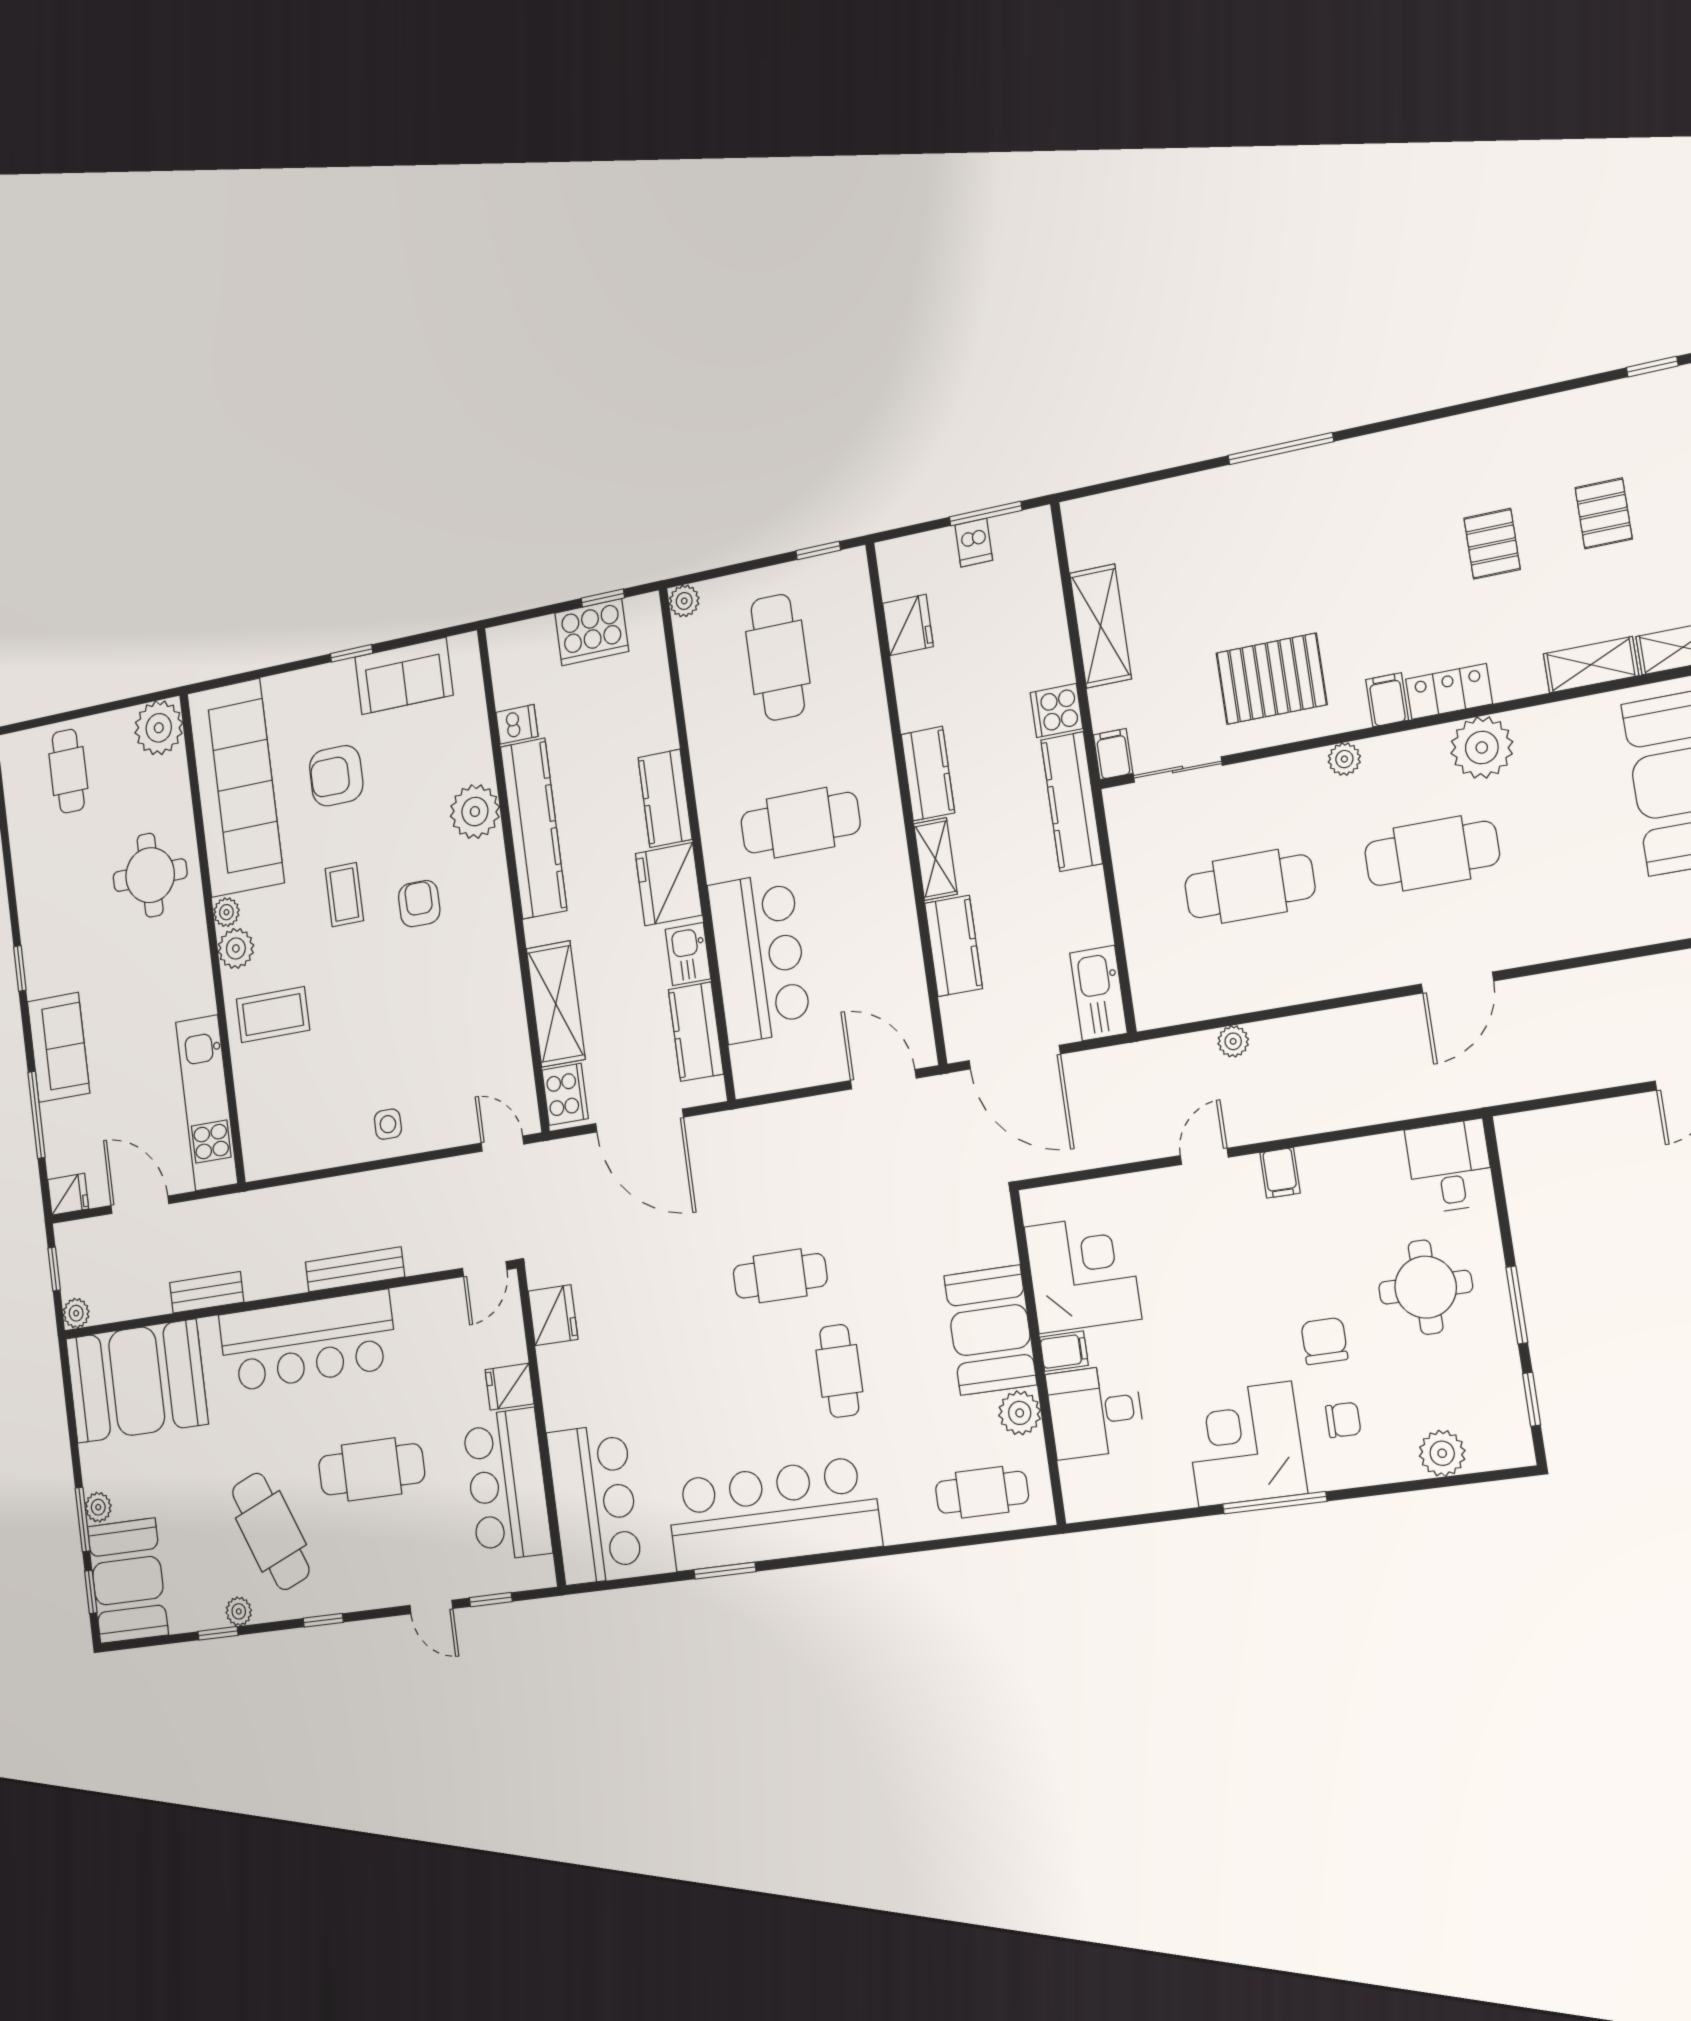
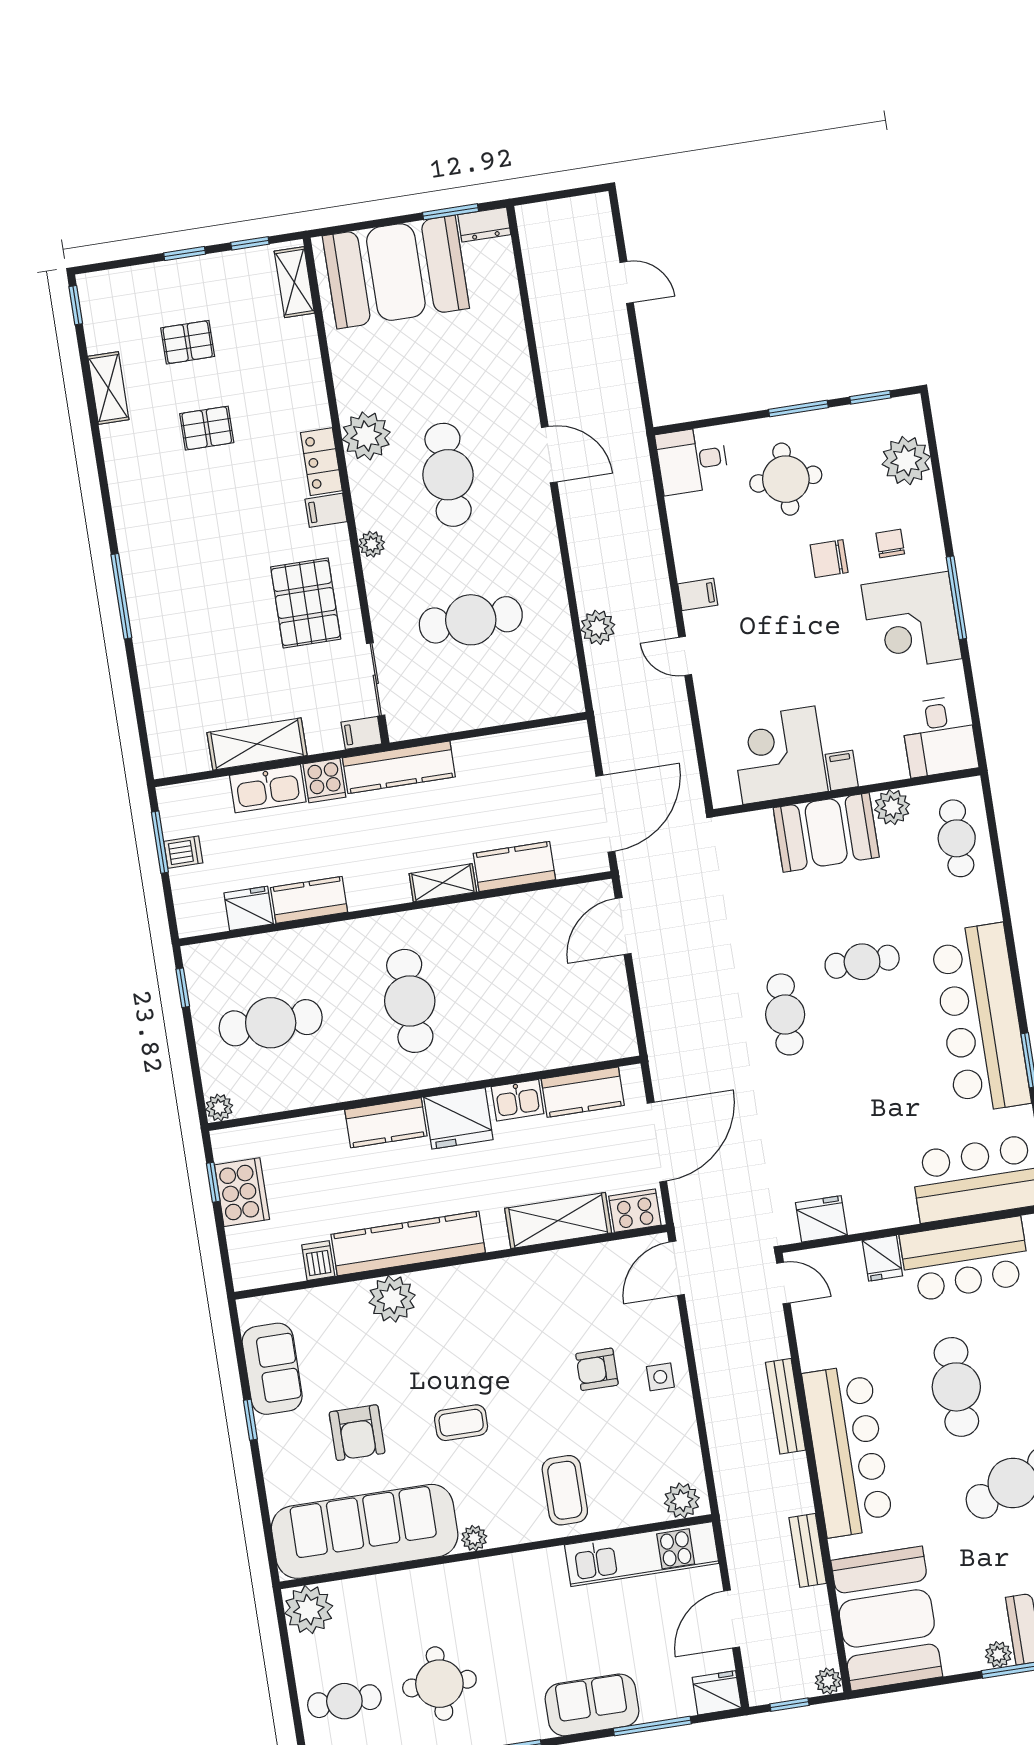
shelving: (1591, 665) -> (108, 388), moved
kitchen counter: (928, 774) -> (309, 900), moved
round table: (150, 875) -> (439, 1684), moved
cafe table: (1250, 886) -> (471, 620), turned 90
armchair: (419, 904) -> (597, 1369), moved
plant: (236, 948) -> (682, 1501), moved
bar counter: (759, 957) -> (521, 1036), removed
kitchen sink: (1098, 993) -> (268, 789), moved
plant: (1233, 1041) -> (598, 627), width x1.38, depth x1.38
door: (502, 1144) -> (677, 1268), width x1.38
fridge: (68, 1194) -> (717, 1693), width x1.38
desk: (1095, 1411) -> (939, 736), moved
plant: (1442, 1453) -> (906, 461), width x1.36, depth x1.36

